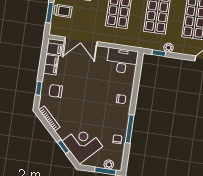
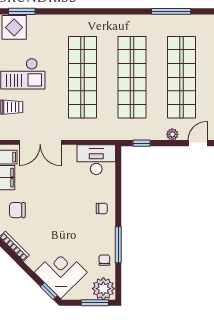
plant: (169, 48) -> (172, 134), moved
window: (63, 147) -> (49, 291), moved
plant: (109, 164) -> (103, 289), width x1.87, depth x1.87

